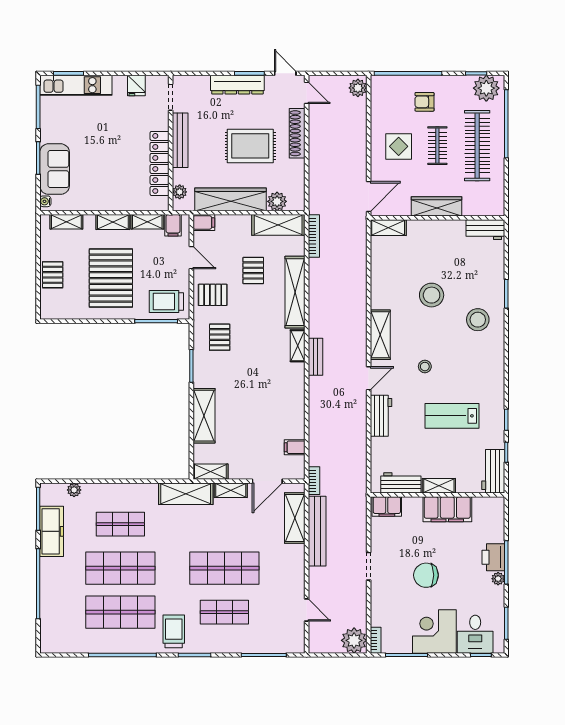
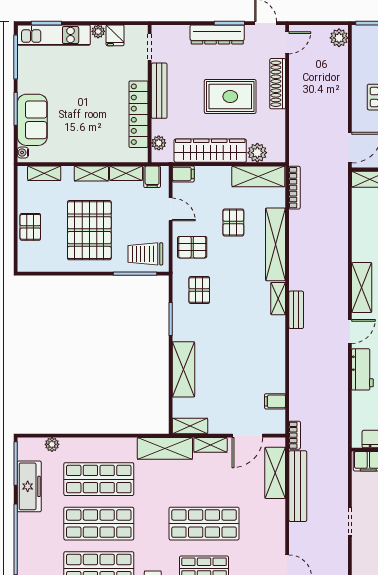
plant: (120, 82) -> (98, 31), added
door: (307, 93) -> (287, 43), hinge flipped
shop shelf: (120, 524) -> (99, 479), width x1.43, depth x1.36

